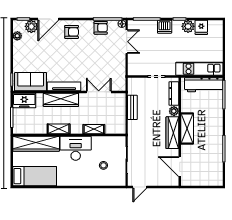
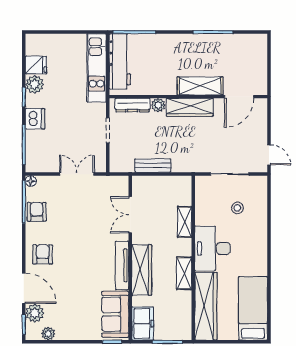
double door: (127, 42) -> (77, 174), moved
shelving: (187, 128) -> (200, 86), moved

